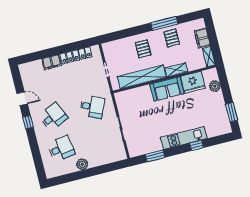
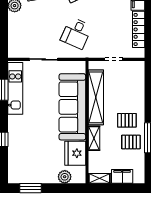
pallet: (143, 49) -> (127, 120), moved
sofa: (167, 89) -> (72, 107), width x1.85, depth x1.27
kitchen unit: (184, 138) -> (15, 88), moved

